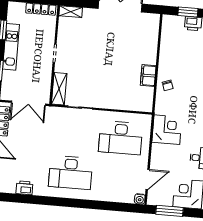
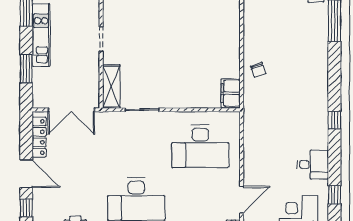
filing cabinet: (148, 76) -> (231, 93), moved
corner desk: (167, 130) -> (262, 130), removed

